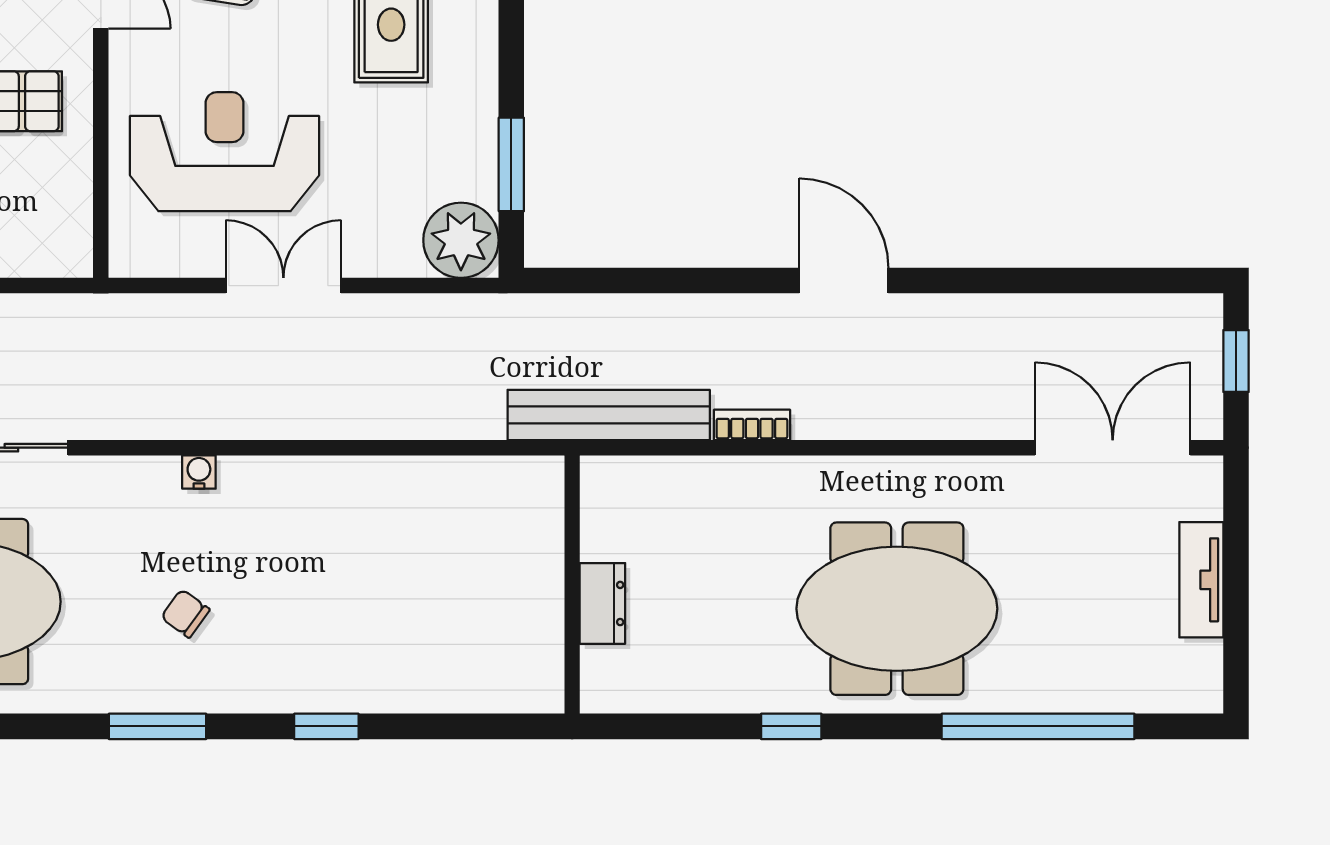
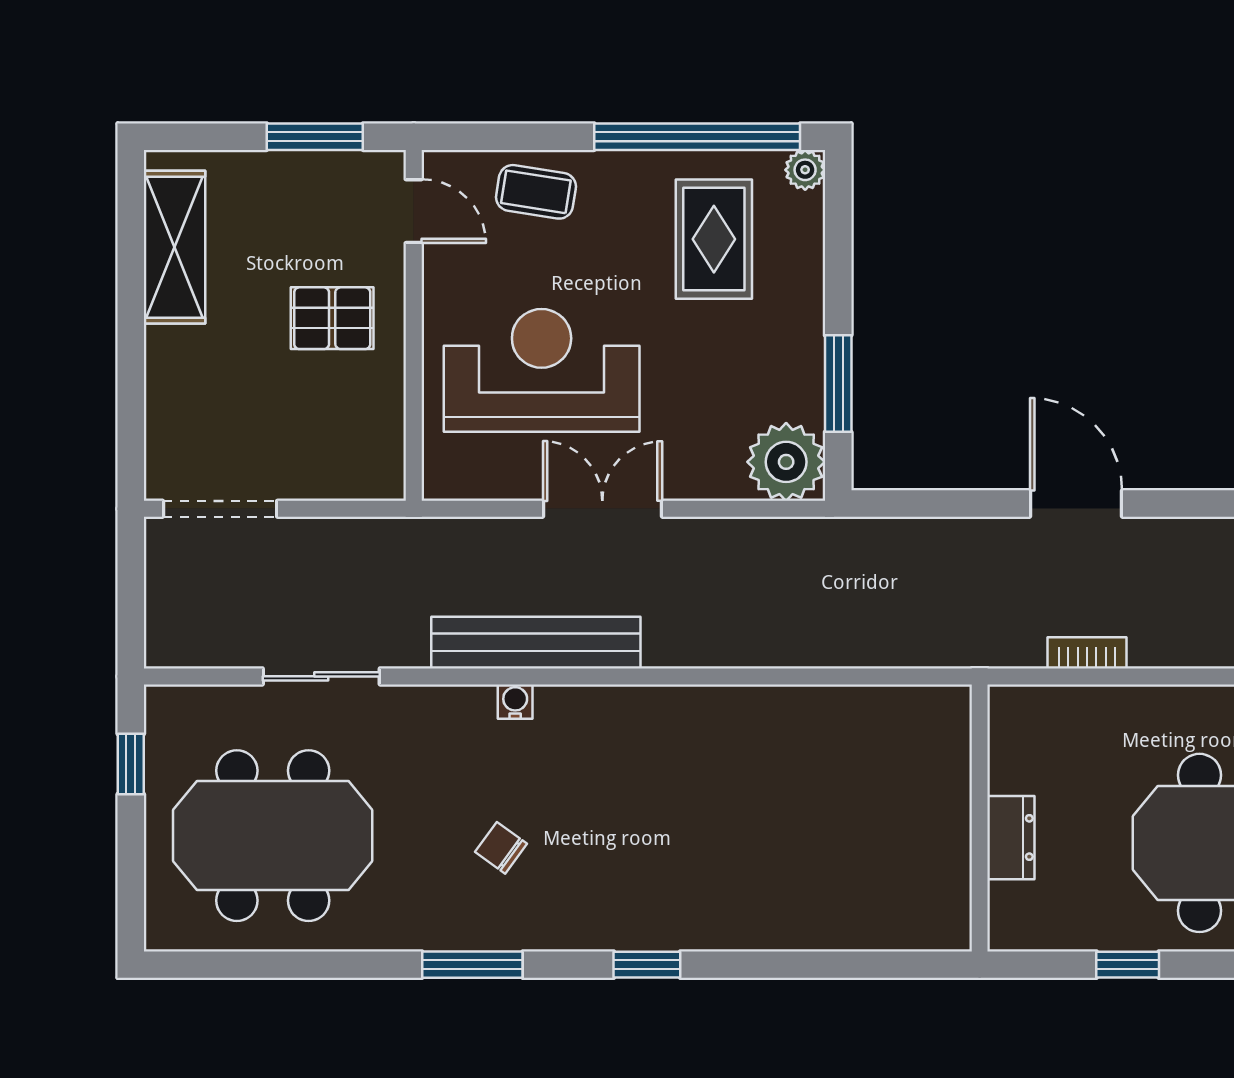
door: (844, 280) -> (1076, 504), moved
bench: (609, 415) -> (536, 643), moved
wall: (572, 585) -> (980, 818), moved
dresser: (602, 603) -> (1011, 838), moved

